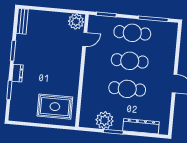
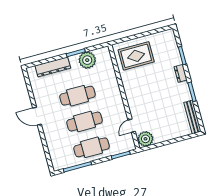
bench: (22, 21) -> (192, 117), width x1.36

